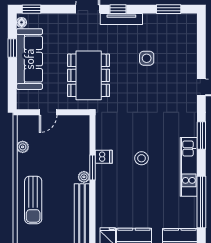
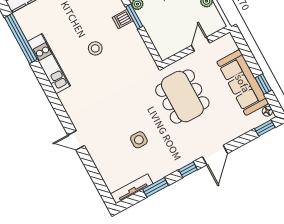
window: (169, 9) -> (156, 187), moved
tv unit: (121, 19) -> (132, 189), moved
window: (201, 136) -> (53, 98), removed
dishwasher: (104, 157) -> (123, 19), moved

